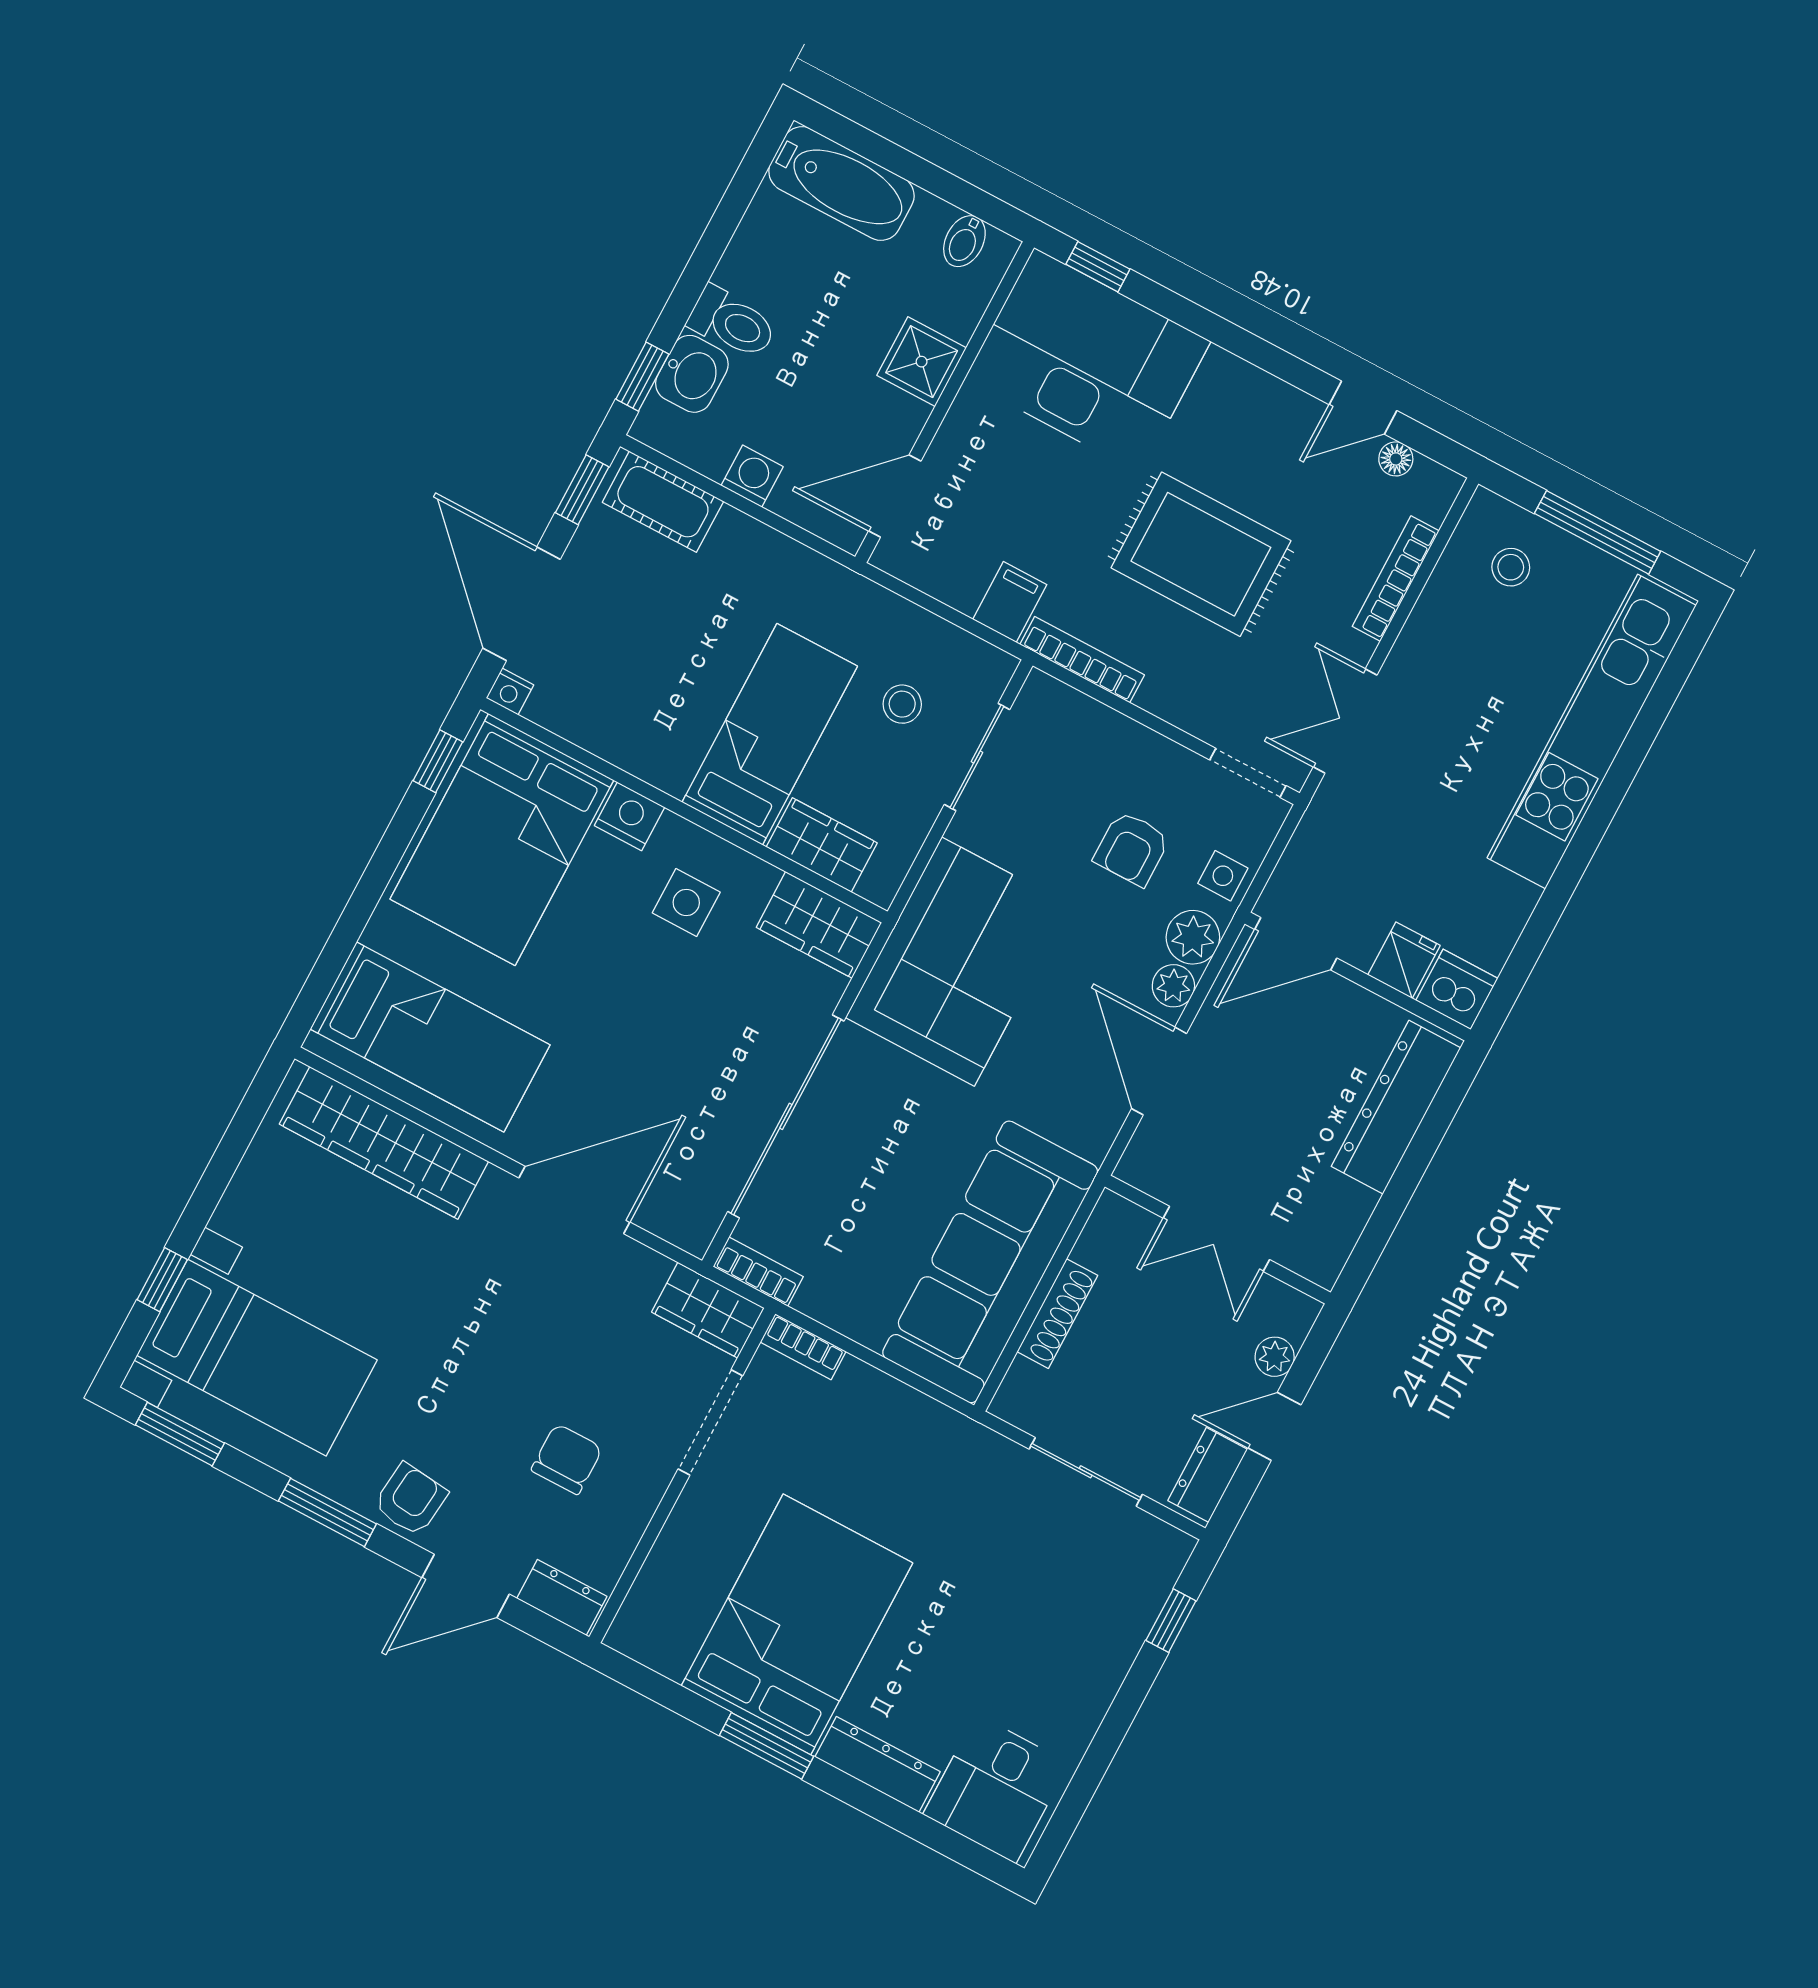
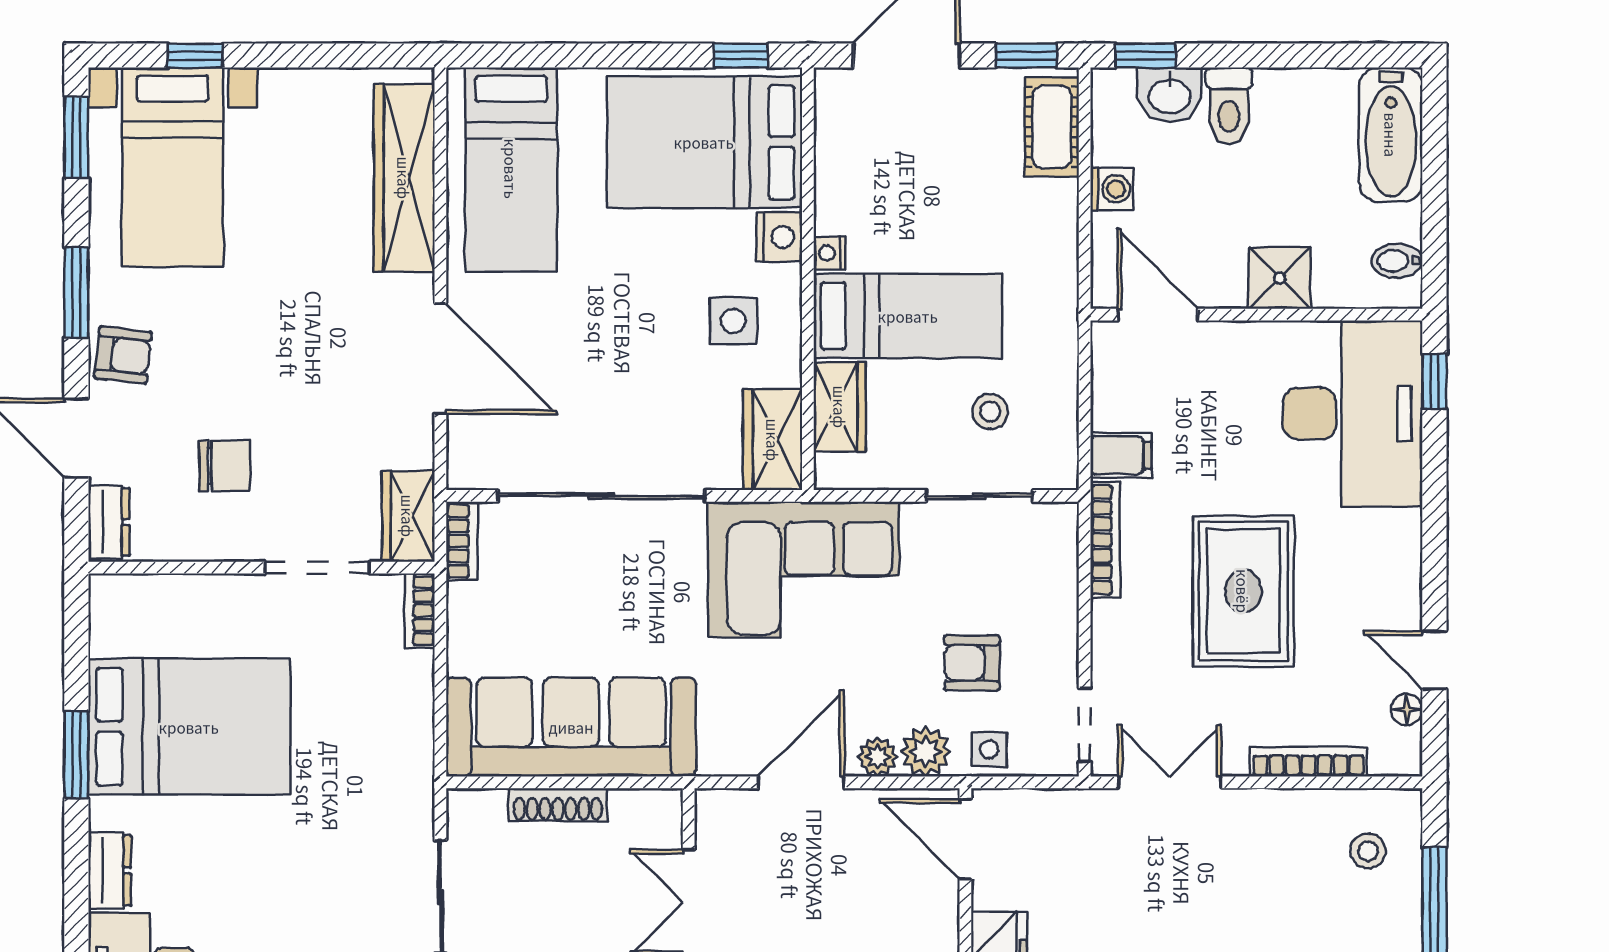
nightstand: (510, 692) -> (829, 253), moved
dresser: (878, 1764) -> (110, 870), width x0.70

